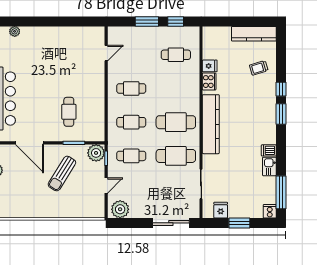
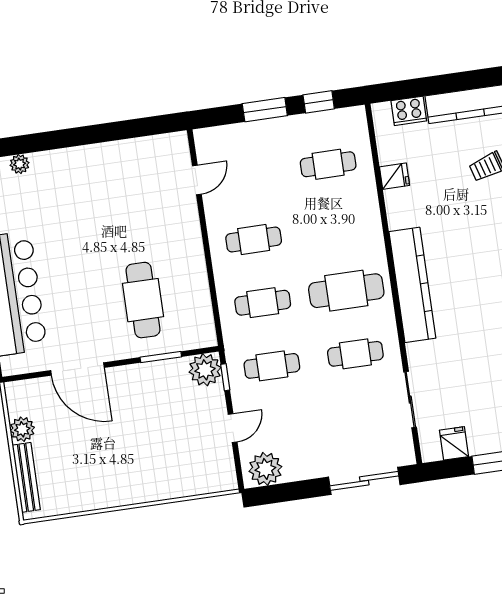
cooker: (209, 82) -> (409, 111), moved, turned 90
cafe table: (69, 112) -> (143, 300), width x1.37, depth x1.35
cafe table: (176, 156) -> (355, 354), width x0.73, depth x0.74
sun lounger: (62, 174) -> (147, 418), removed

